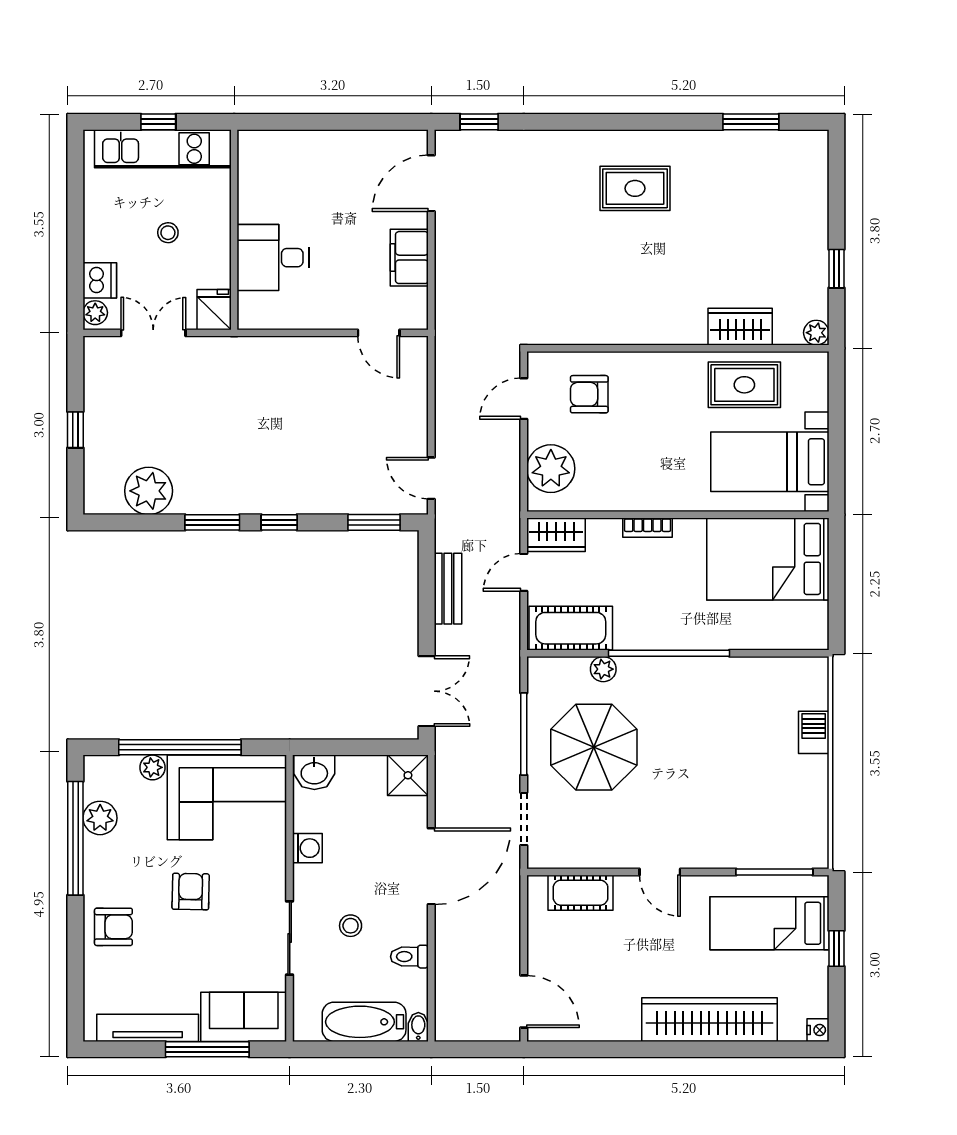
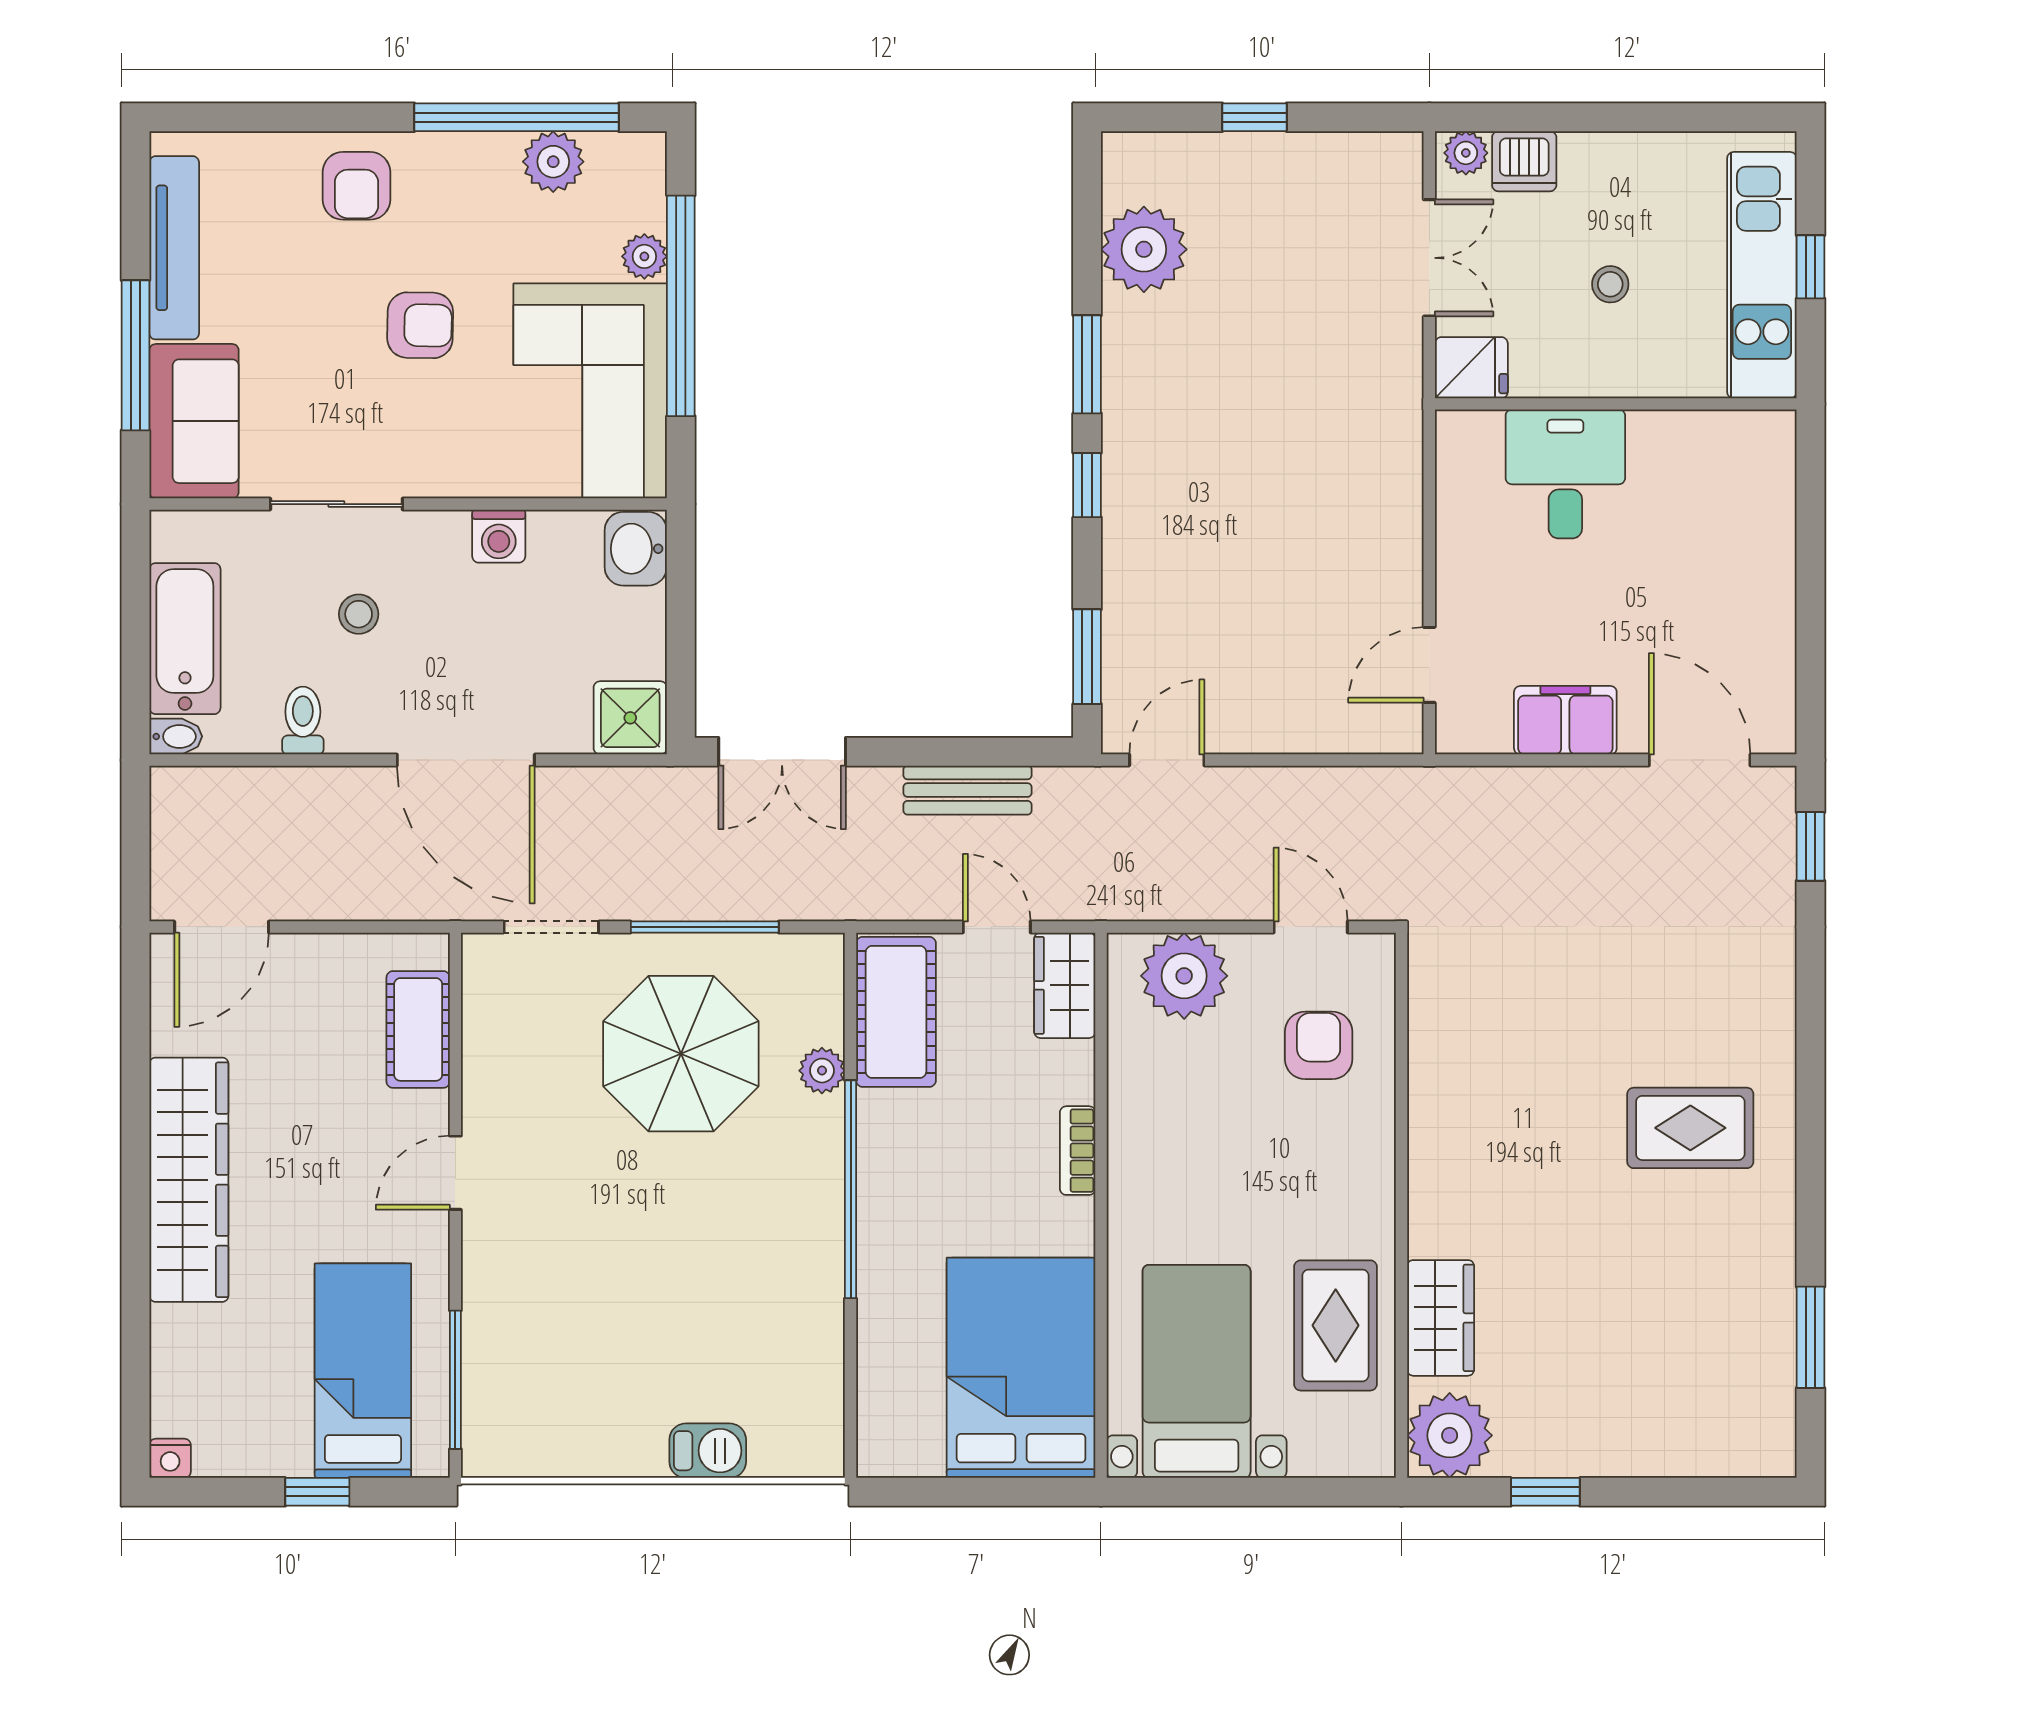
rug: (635, 188) -> (1690, 1128), turned 90
plant: (816, 333) -> (1450, 1435), width x1.88, depth x1.88
wardrobe: (709, 1020) -> (189, 1180), moved

